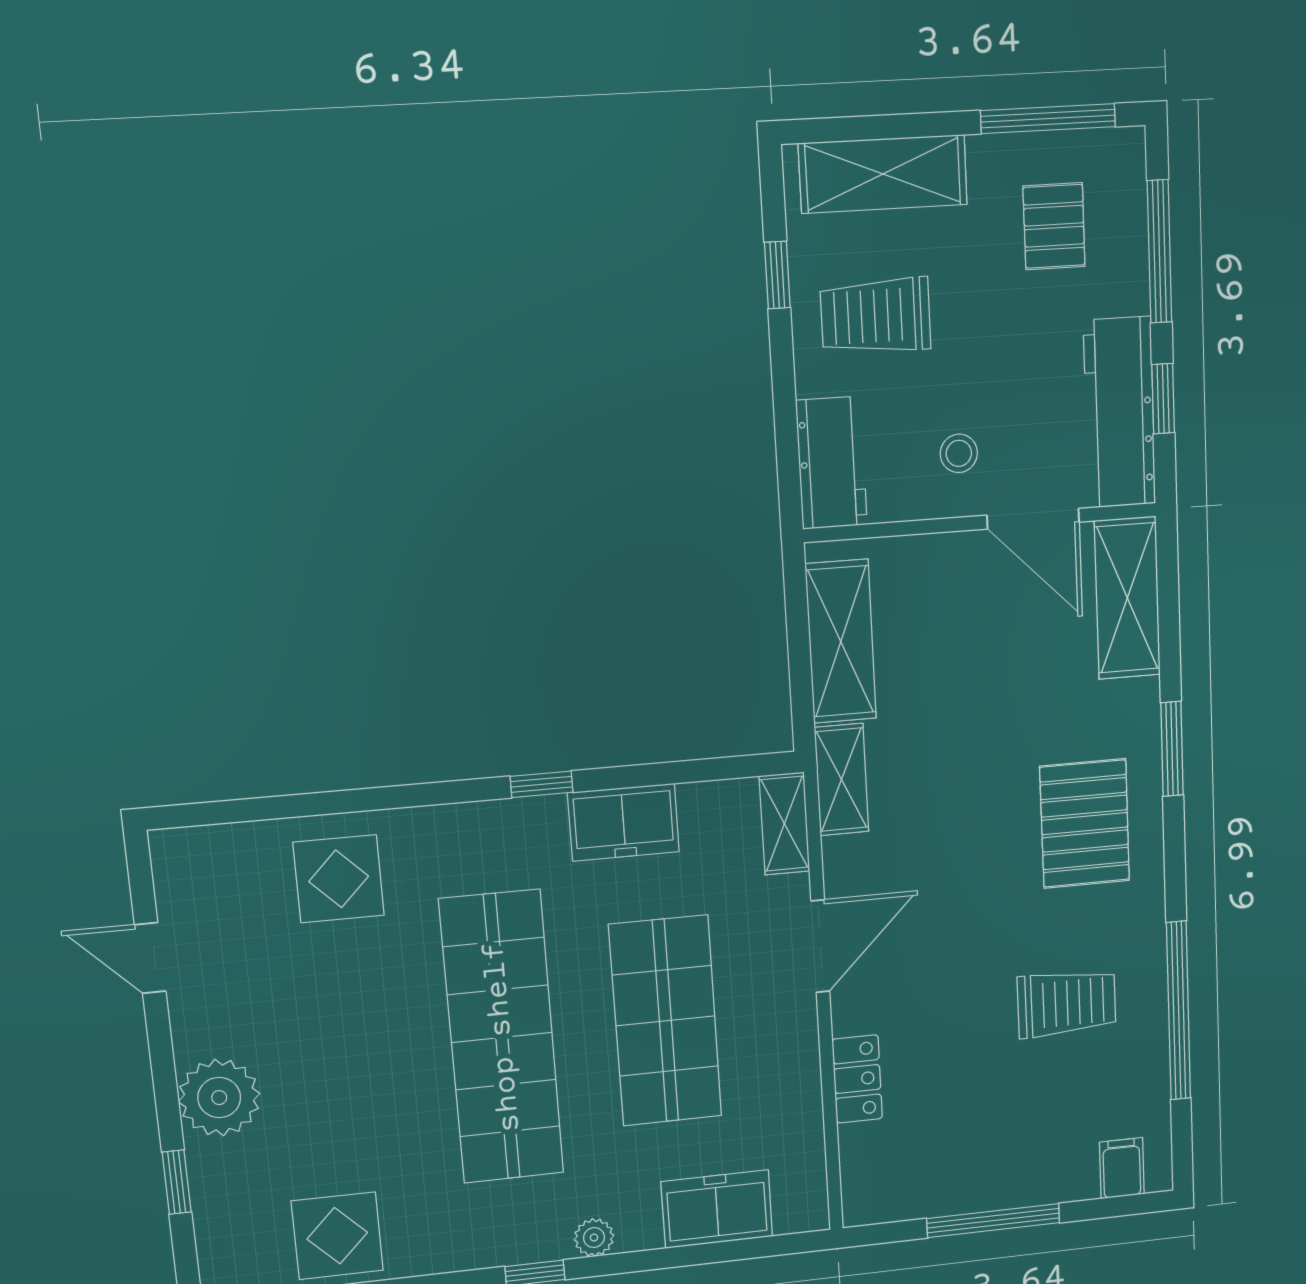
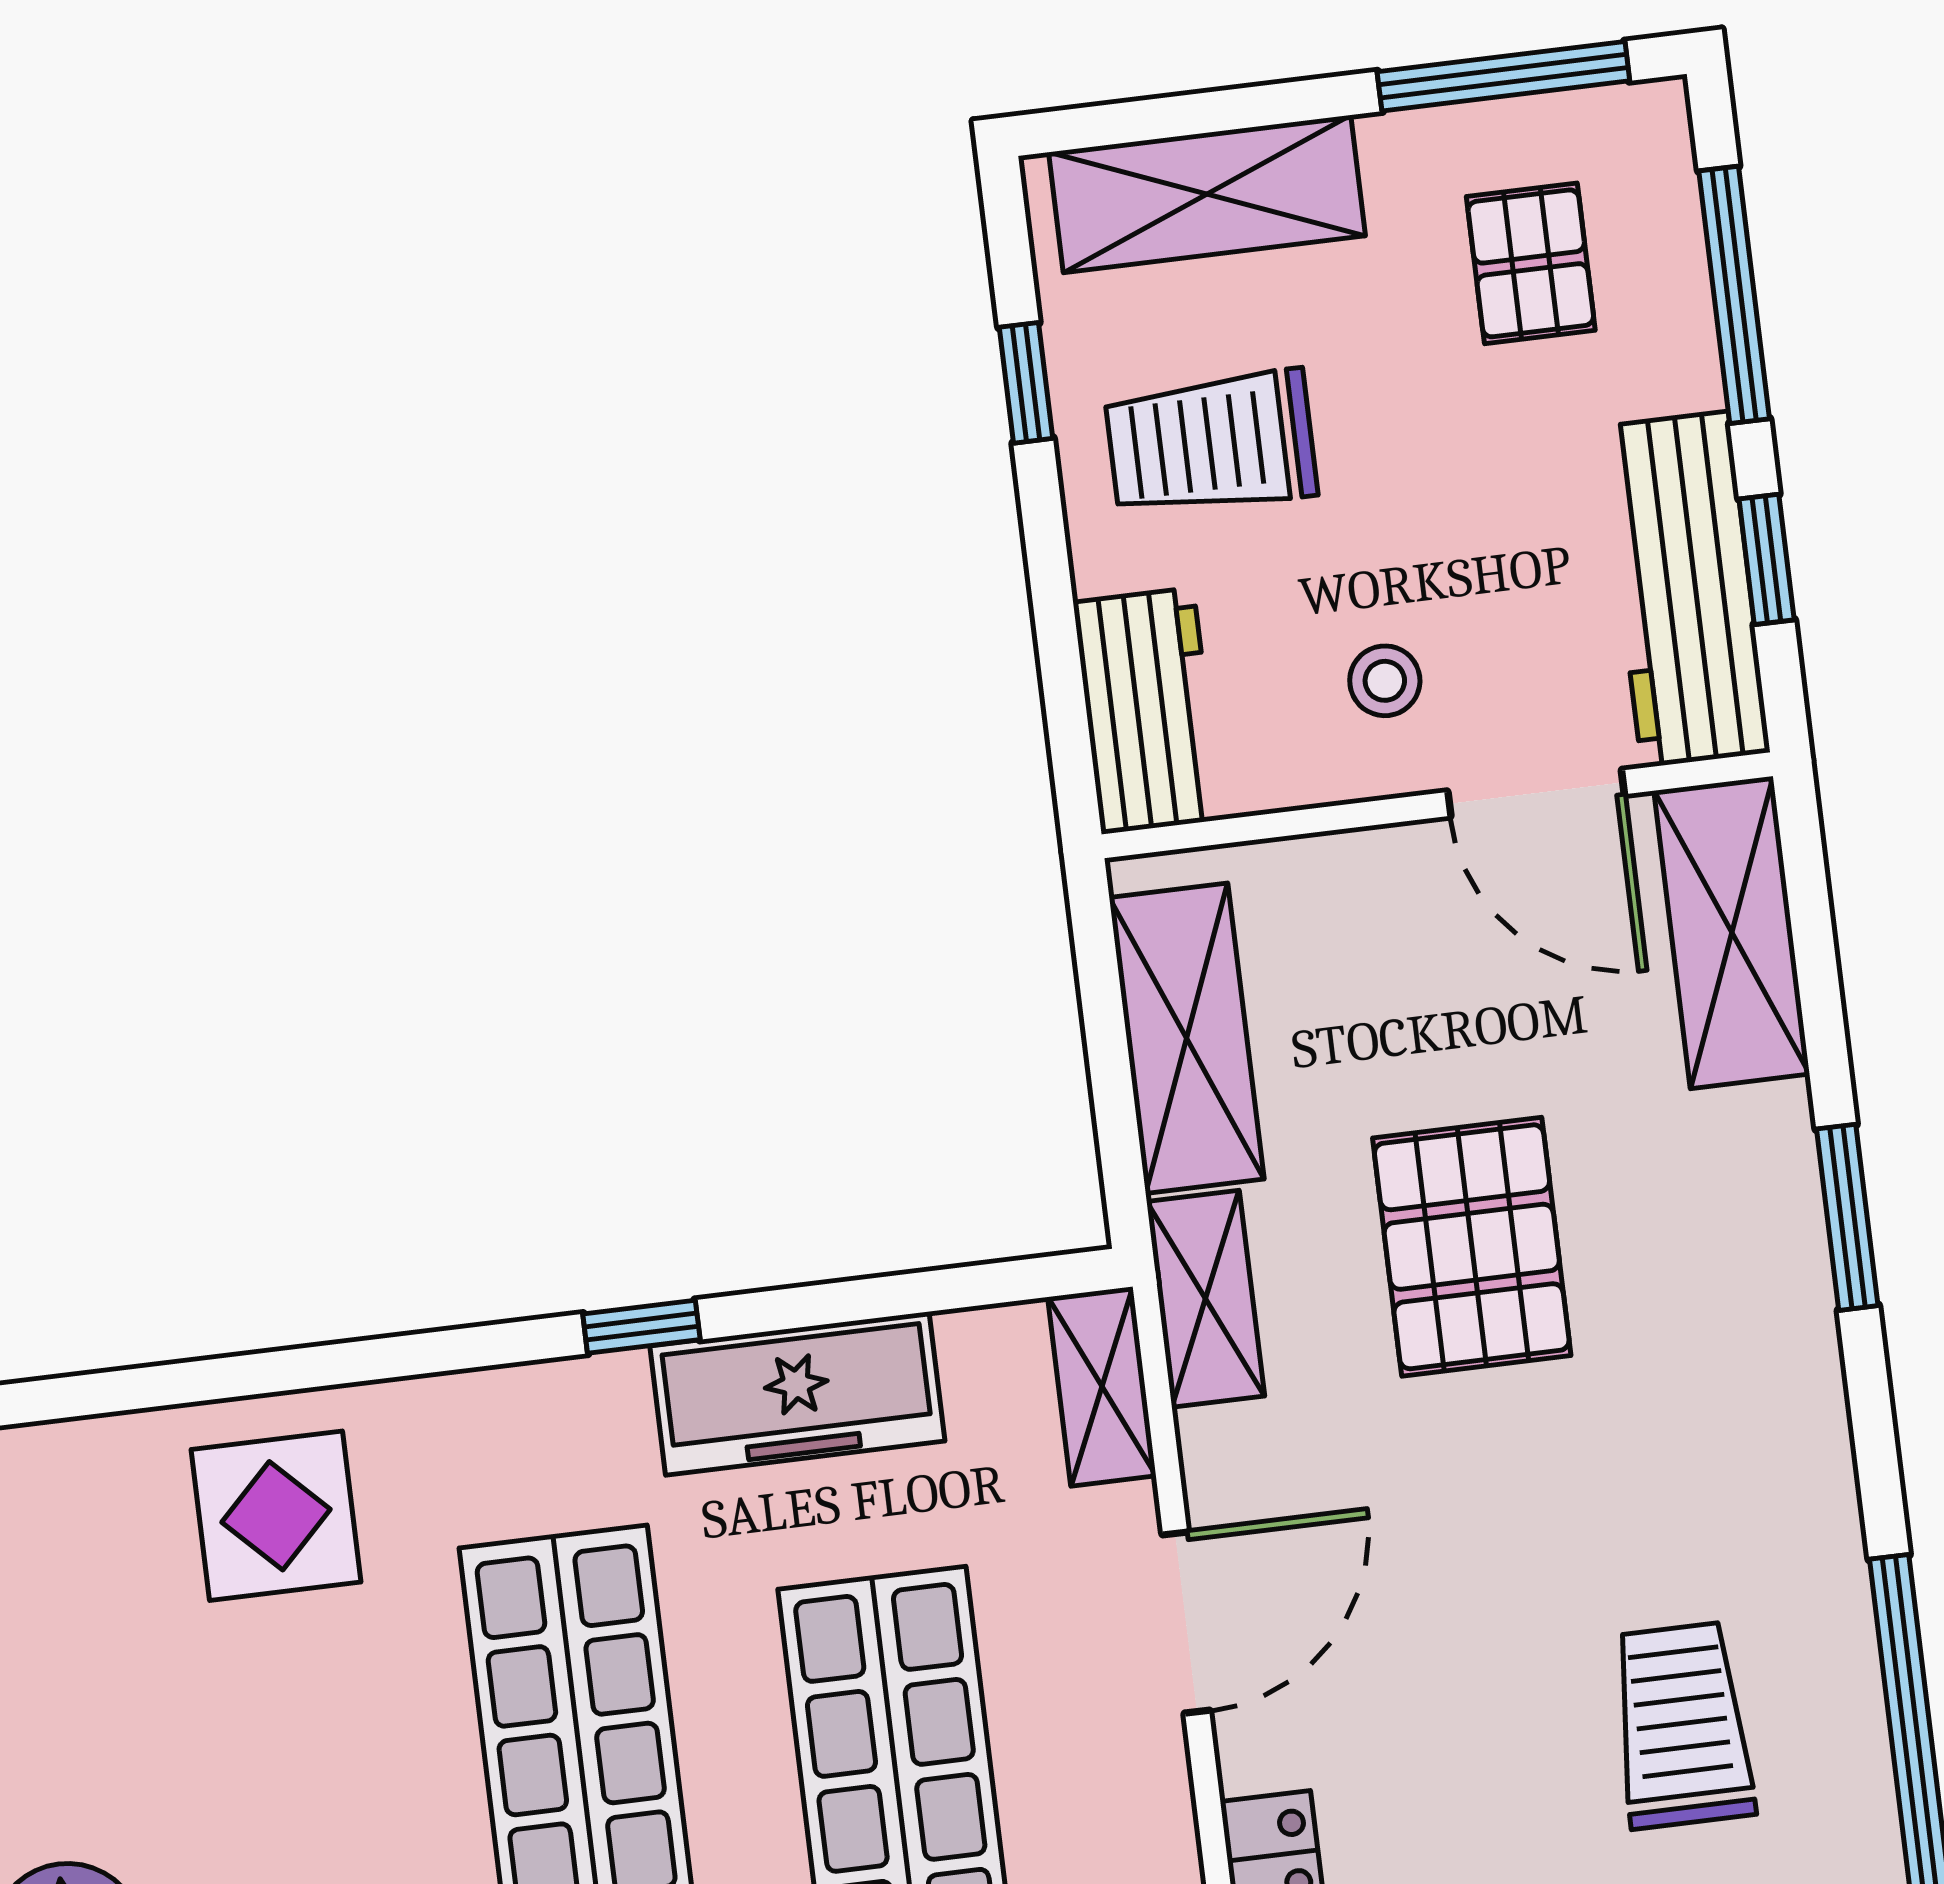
freezer: (624, 822) -> (797, 1393), width x1.40
pallet: (1085, 824) -> (1472, 1247), moved
trolley: (1067, 1003) -> (1682, 1725), turned -90

